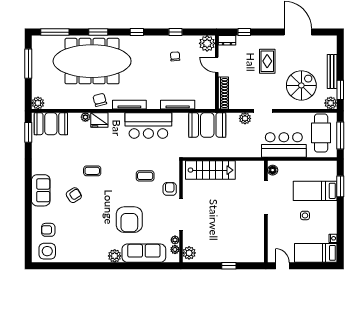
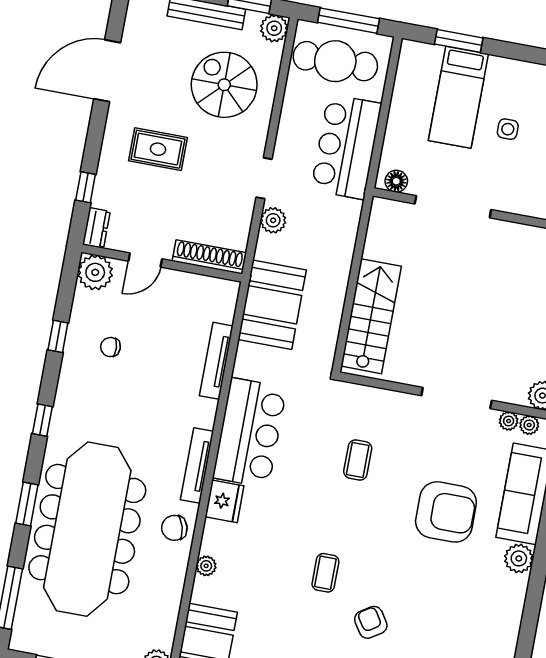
fridge: (99, 120) -> (224, 501), moved
armchair: (170, 189) -> (396, 412), removed

